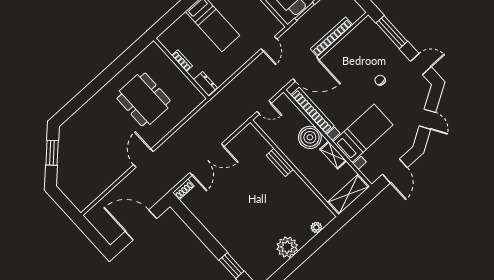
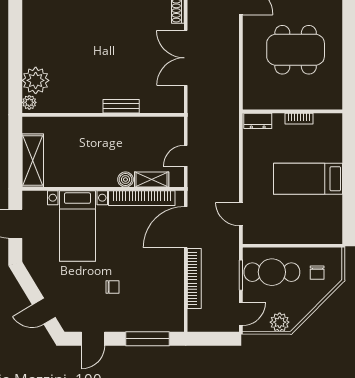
door: (427, 119) -> (44, 311), moved
boiler: (310, 137) -> (125, 180), width x0.54, depth x0.54
shelving: (333, 155) -> (152, 180), moved
bench: (280, 162) -> (121, 106), moved
wall: (294, 168) -> (103, 115), moved
plant: (287, 247) -> (36, 80), moved

